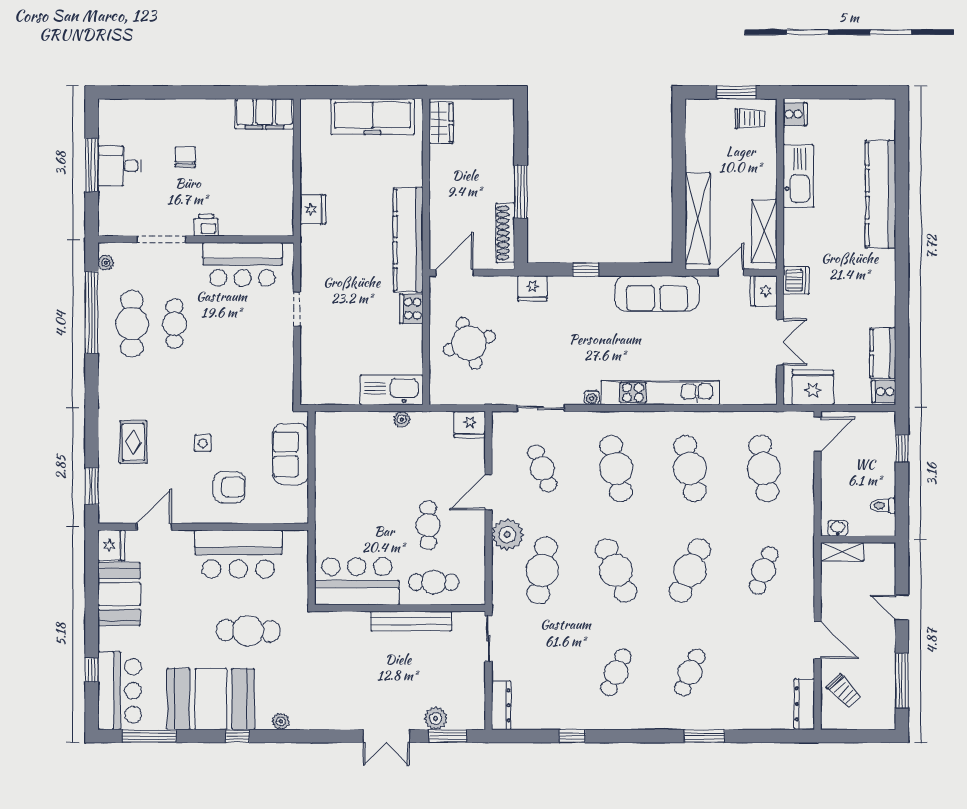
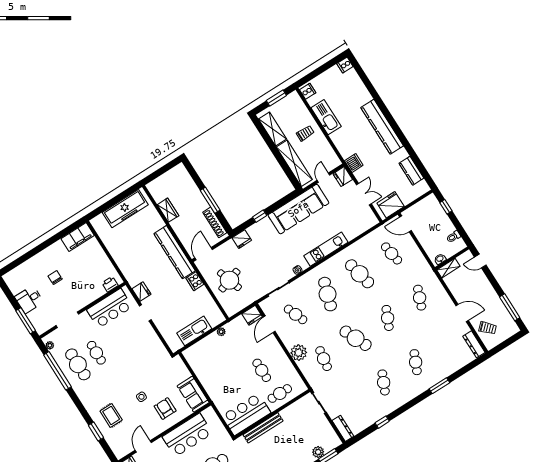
trolley: (750, 119) -> (305, 133), moved
wardrobe: (441, 123) -> (168, 210), moved
window: (92, 165) -> (26, 321), moved
kitchen counter: (880, 194) -> (382, 127), moved
fridge: (313, 209) -> (141, 291), moved
printer: (206, 225) -> (110, 284), moved
shelving: (764, 231) -> (273, 129), moved
sofa: (657, 293) -> (298, 209), width x1.36, depth x1.27
kitchen sink: (392, 390) -> (194, 331), moved
cooker: (884, 392) -> (345, 65), moved
kitchen unit: (660, 393) -> (326, 249), width x0.73
door: (818, 434) -> (405, 224), swing flipped
sofa: (290, 454) -> (193, 394), moved
cafe table: (616, 469) -> (328, 294), turned 30
cafe table: (764, 469) -> (392, 253), width x0.73, depth x0.74
window: (92, 486) -> (96, 432), moved
armchair: (229, 487) -> (165, 409), turned -90
door: (488, 492) -> (269, 324), moved
cafe table: (542, 570) -> (324, 359), width x0.73, depth x0.74
cafe table: (690, 570) -> (388, 318), width x0.73, depth x0.74
door: (902, 607) -> (480, 261), moved
bench: (411, 621) -> (263, 428), moved

